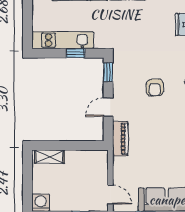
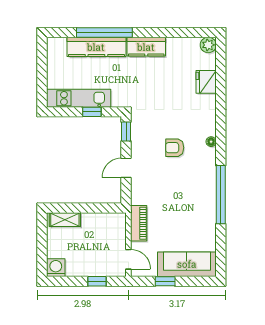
armchair: (155, 88) -> (175, 148), turned 90
piano: (120, 139) -> (139, 223), moved

